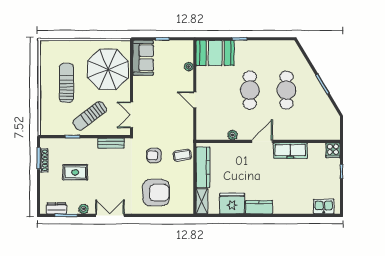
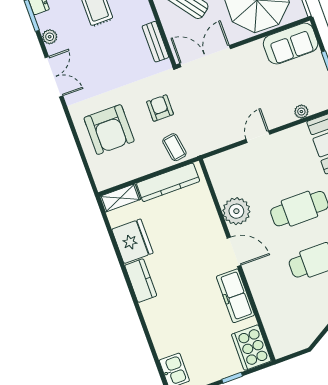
double door: (132, 115) -> (205, 56), width x1.37
plant: (233, 135) -> (236, 211), width x1.87, depth x1.87
cooker: (333, 150) -> (251, 348), width x1.87, depth x1.31

